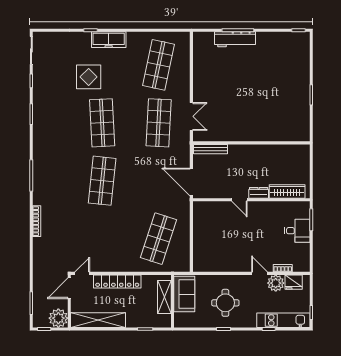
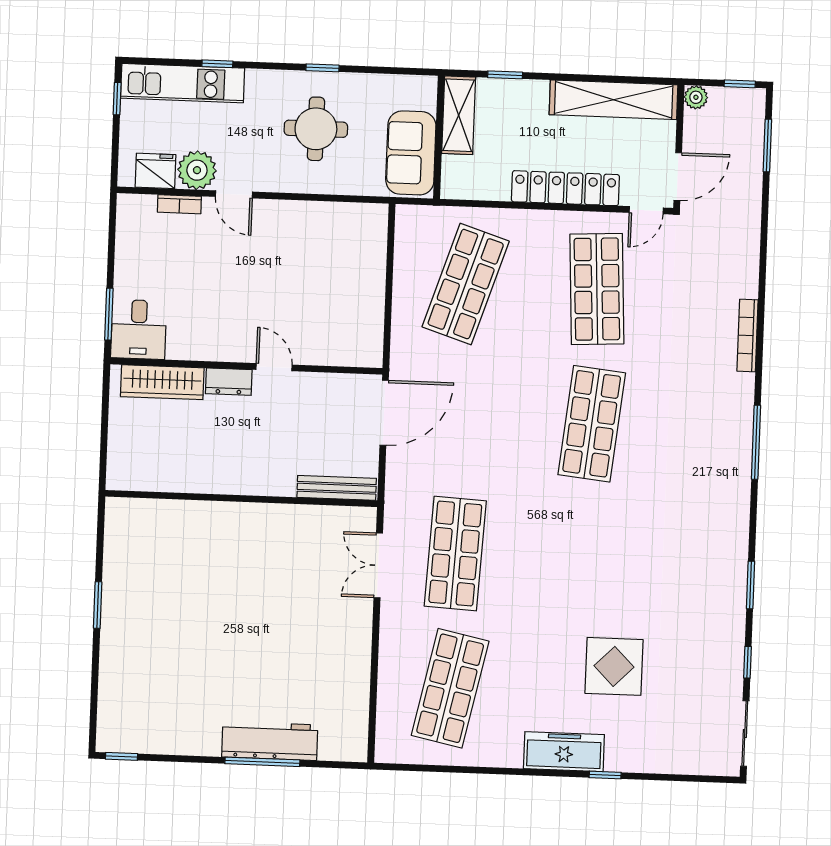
shop shelf: (102, 123) -> (597, 289), moved
door: (191, 182) -> (384, 413), hinge flipped
desk: (297, 231) -> (139, 329), moved, turned -90
shelving: (164, 297) -> (459, 115), moved
plant: (58, 318) -> (696, 97), width x0.53, depth x0.53

